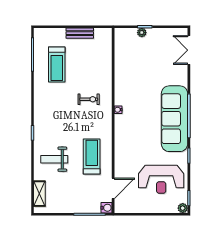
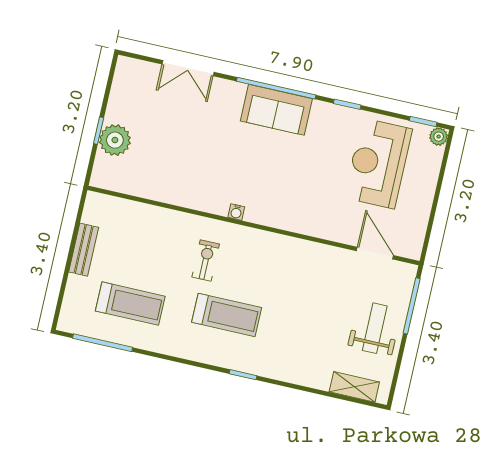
plant: (142, 33) -> (115, 140), width x1.87, depth x1.87
double door: (189, 50) -> (188, 68), moved
sofa: (175, 119) -> (276, 110), width x0.54, depth x0.79
treadmill: (92, 156) -> (227, 315), moved, turned 180
weight bench: (54, 159) -> (375, 328), moved, turned 180
reception desk: (161, 179) -> (378, 163), turned 180
water cooler: (107, 208) -> (407, 273), removed

